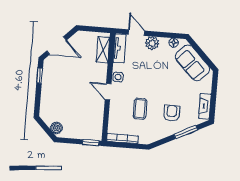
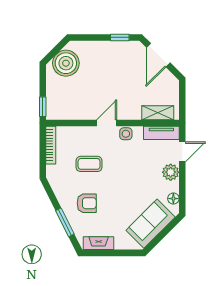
boiler: (56, 128) -> (66, 63), width x1.86, depth x1.86

